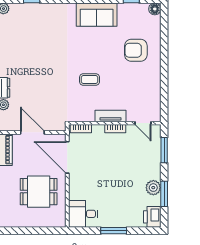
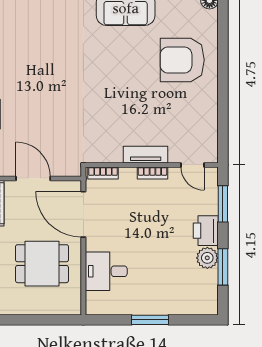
armchair: (136, 50) -> (182, 60), width x1.36, depth x1.36
coffee table: (90, 80) -> (115, 102), removed
desk: (83, 214) -> (106, 271), moved
printer: (152, 217) -> (206, 231), moved

